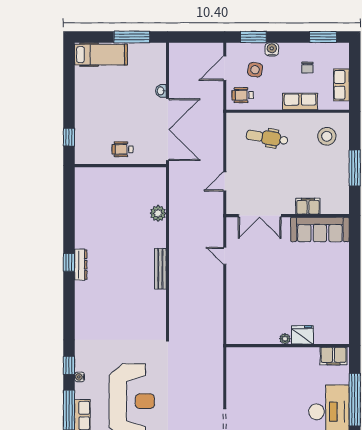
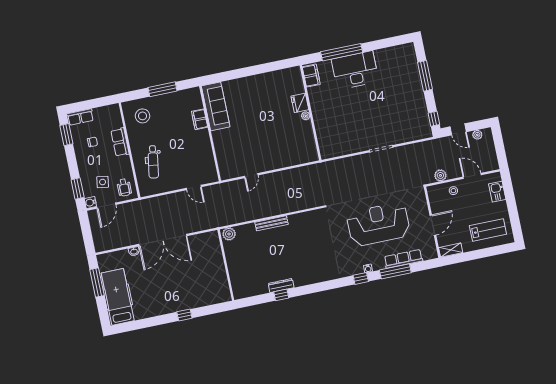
water cooler: (272, 49) -> (90, 202), moved
hospital bed: (101, 55) -> (118, 297), width x1.37, depth x1.29
door: (225, 68) -> (106, 206), hinge flipped
row of seats: (341, 85) -> (80, 117), moved
double door: (168, 130) -> (163, 240), swing flipped
wheelchair: (123, 149) -> (185, 272), removed
wall: (120, 166) -> (226, 265), moved
double door: (260, 216) -> (215, 155), removed

